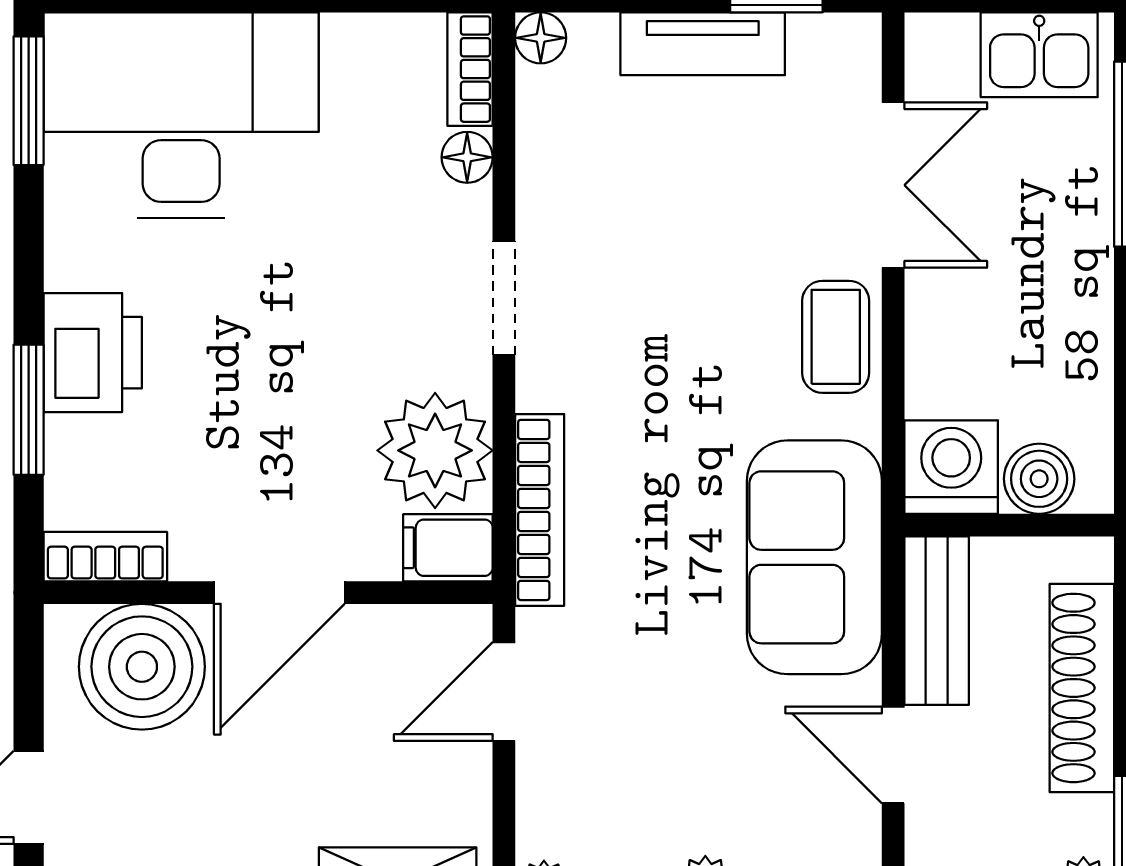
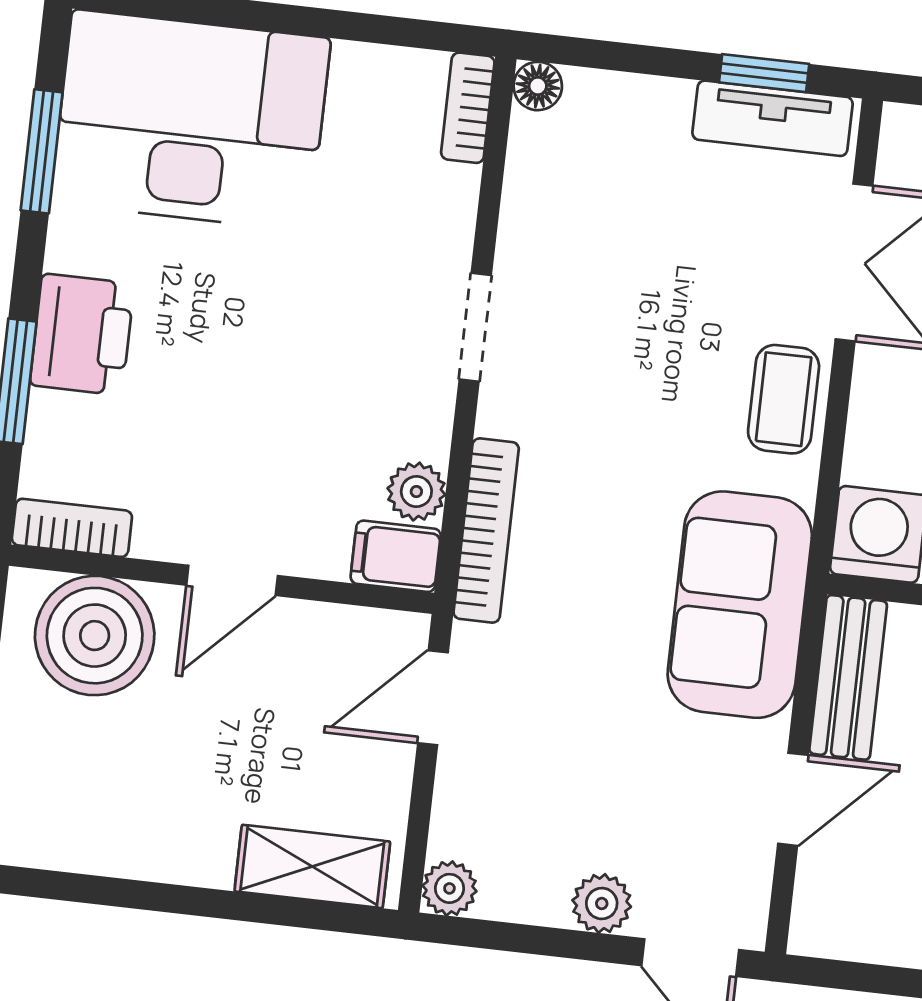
tv unit: (703, 44) -> (772, 118), moved
window: (29, 101) -> (42, 151), moved
floor lamp: (467, 157) -> (456, 191), removed
plant: (435, 450) -> (416, 492), width x0.53, depth x0.53
door: (279, 593) -> (232, 580), width x0.73
door: (893, 755) -> (793, 799), swing flipped

